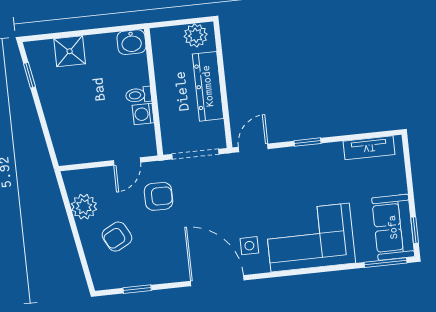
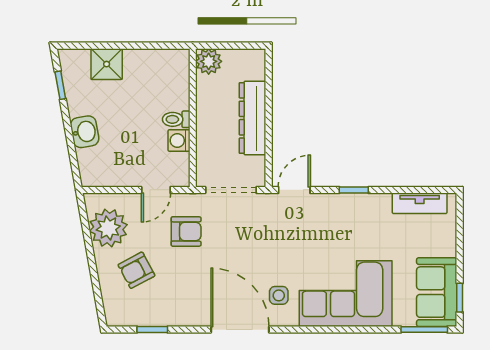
plant: (196, 35) -> (209, 61), moved
washbasin: (131, 42) -> (85, 132), moved, turned -100
plant: (84, 207) -> (108, 228), width x1.36, depth x1.36

